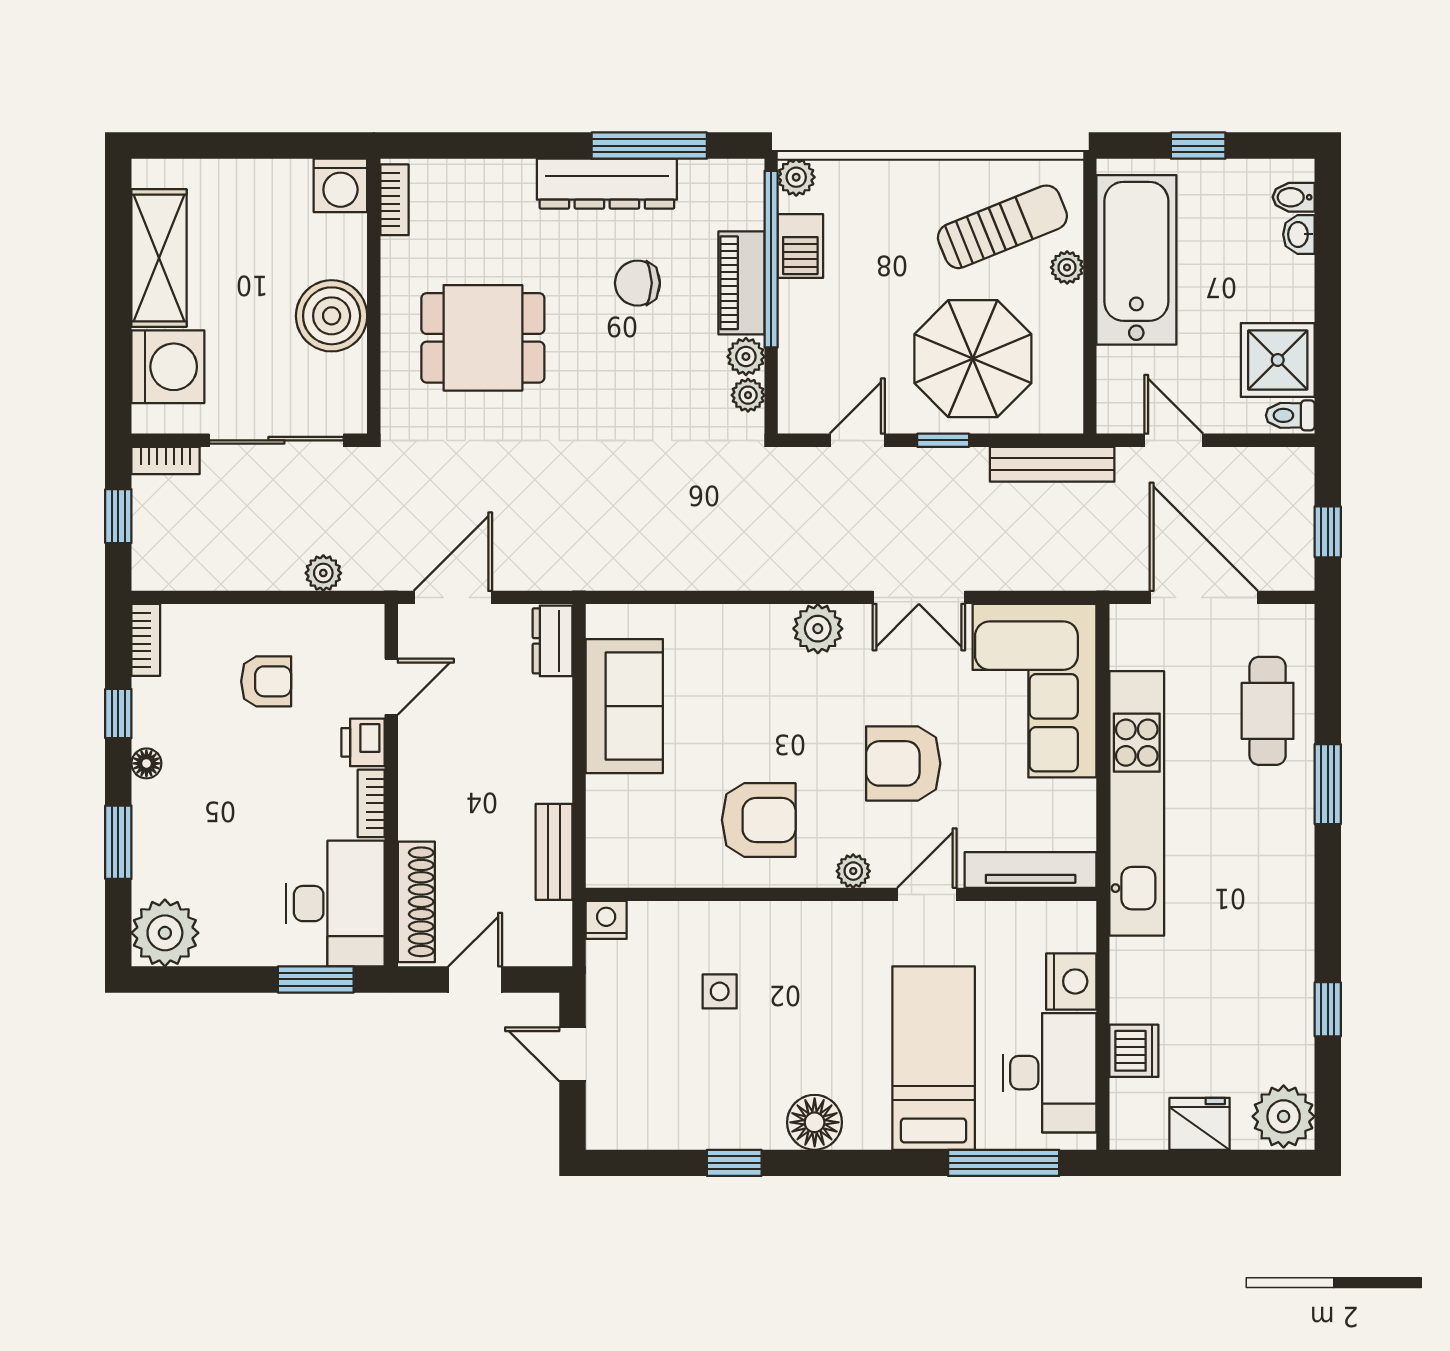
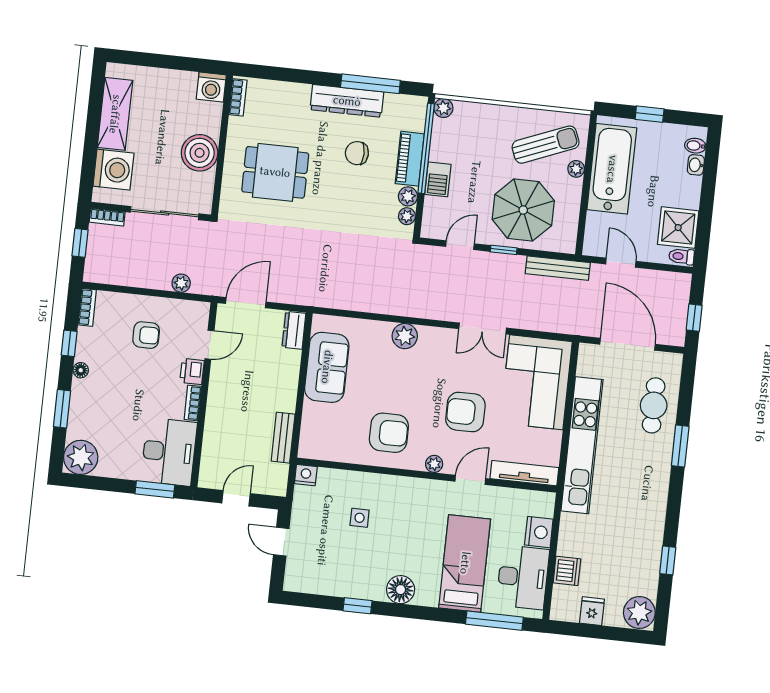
barbecue: (800, 246) -> (438, 179), moved
plant: (818, 629) -> (405, 336), moved
shoe rack: (416, 902) -> (210, 455), removed
fridge: (1200, 1124) -> (592, 611), width x0.72

